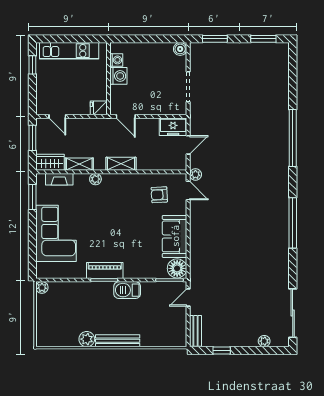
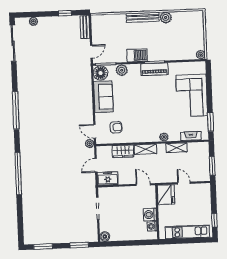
fridge: (99, 108) -> (166, 195), width x1.88, depth x1.34
door: (57, 116) -> (184, 183), moved
wardrobe: (50, 162) -> (123, 151), moved
plant: (149, 271) -> (122, 70), added

